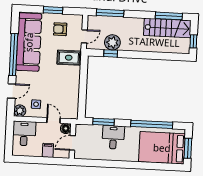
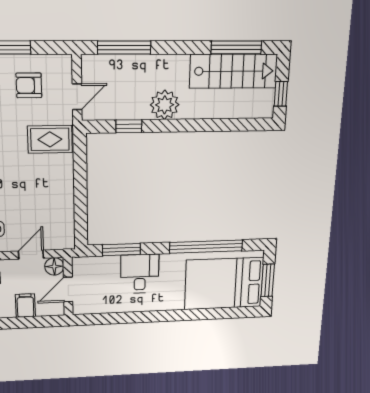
plant: (112, 42) -> (165, 105), moved
door: (54, 120) -> (31, 255), hinge flipped

